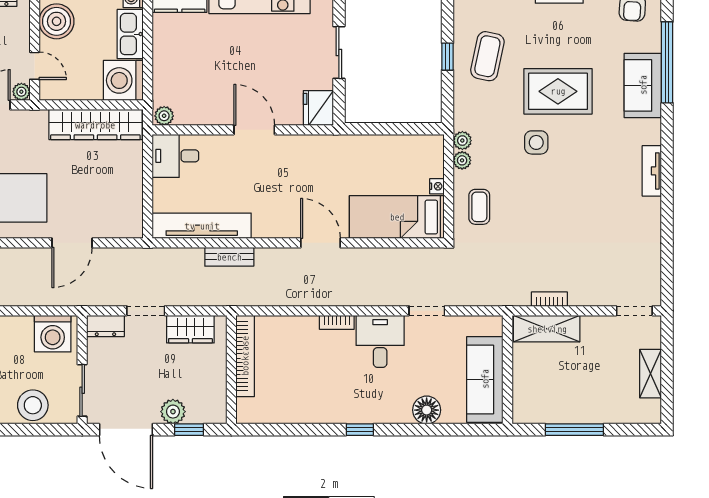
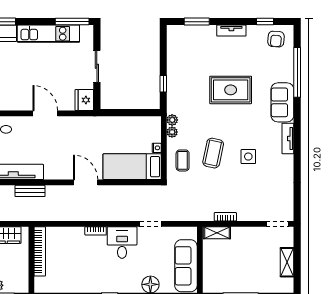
coffee table: (487, 56) -> (213, 153), moved
window: (448, 57) -> (163, 84), moved
sofa: (643, 85) -> (282, 102), moved
side table: (536, 142) -> (248, 157), moved
shelving: (547, 329) -> (217, 233), width x0.67, depth x0.75

